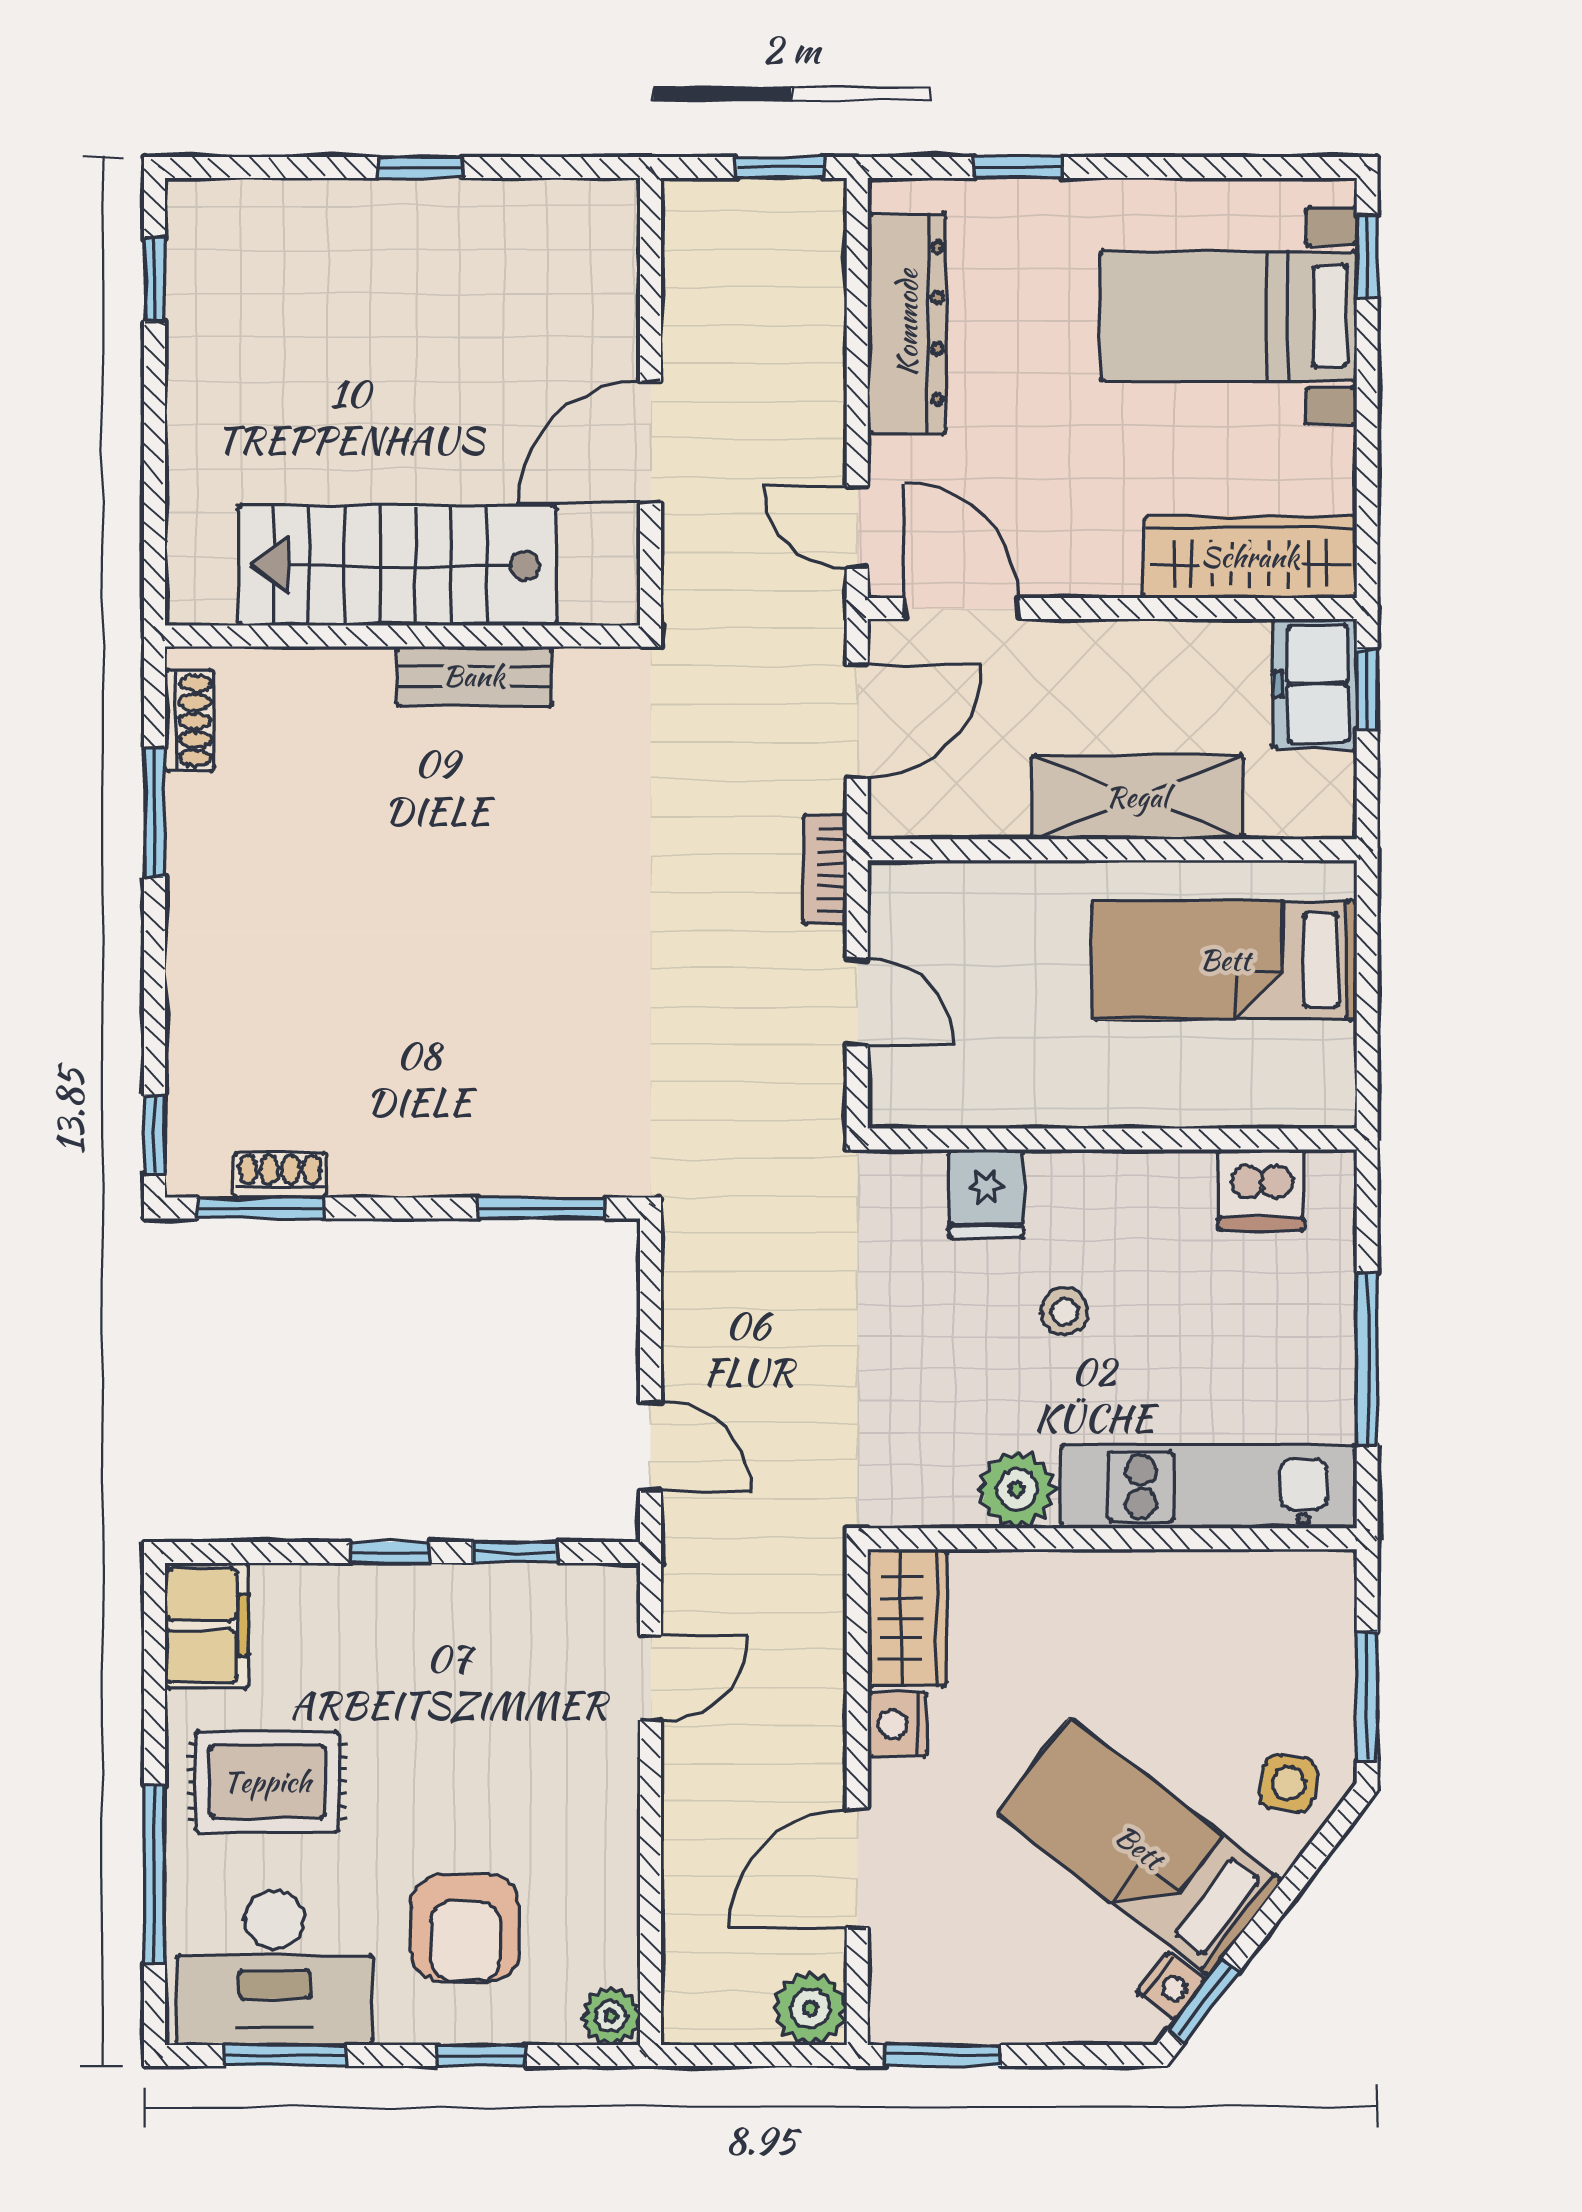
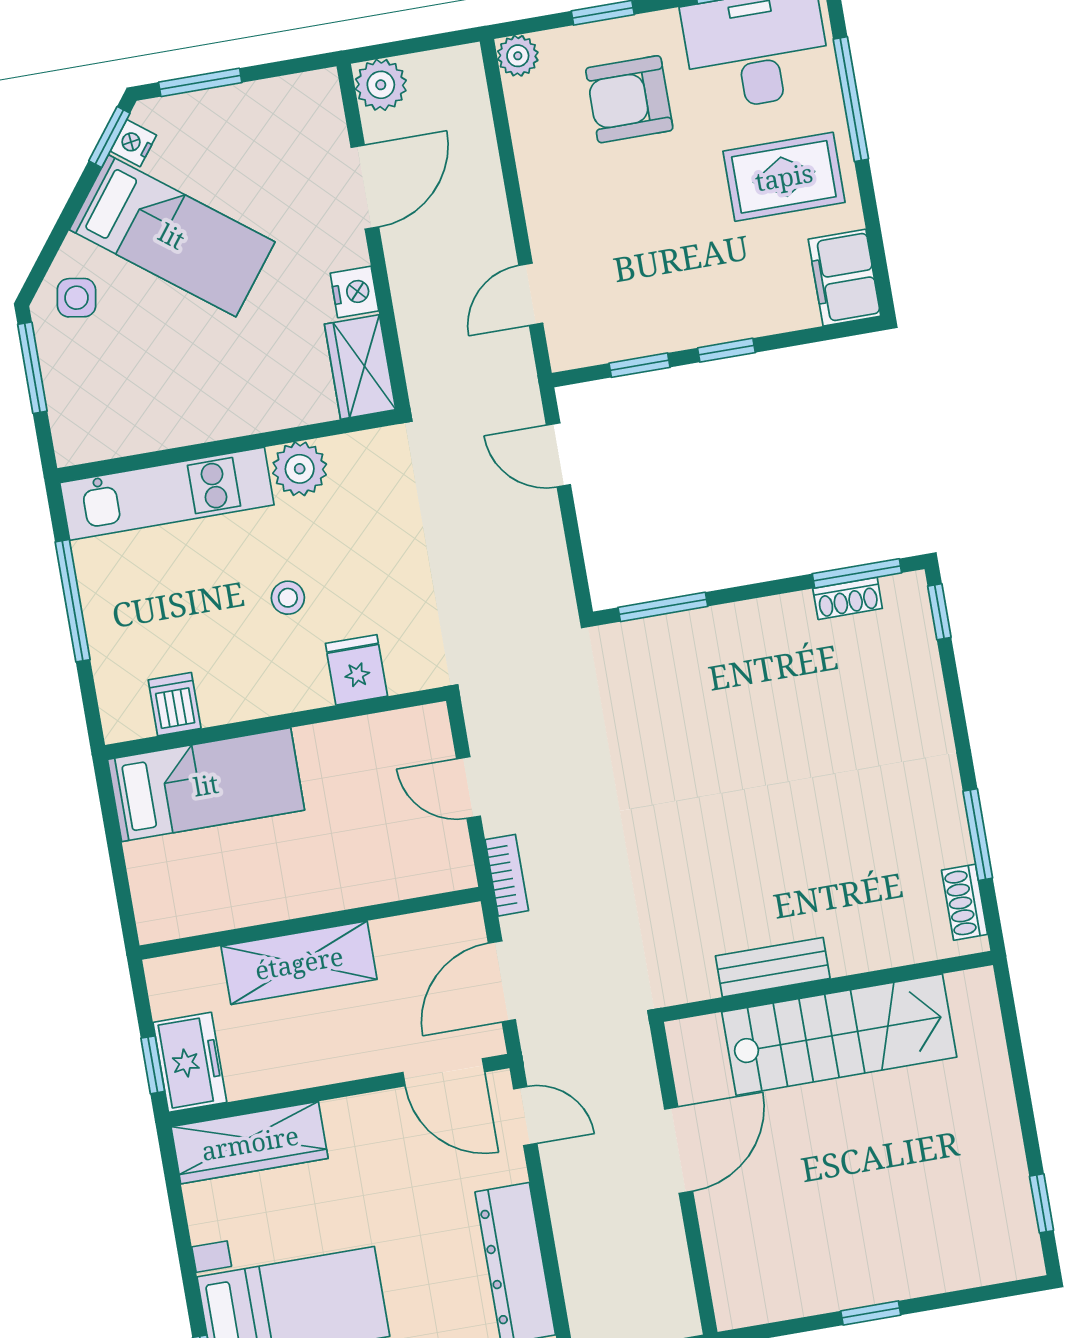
bed: (1225, 960) -> (206, 785), moved
dishwasher: (1261, 1190) -> (175, 704), width x0.73
armchair: (465, 1928) -> (629, 99), turned -90
window: (942, 2055) -> (200, 82), moved

